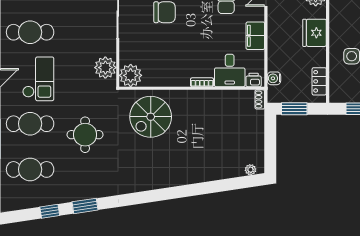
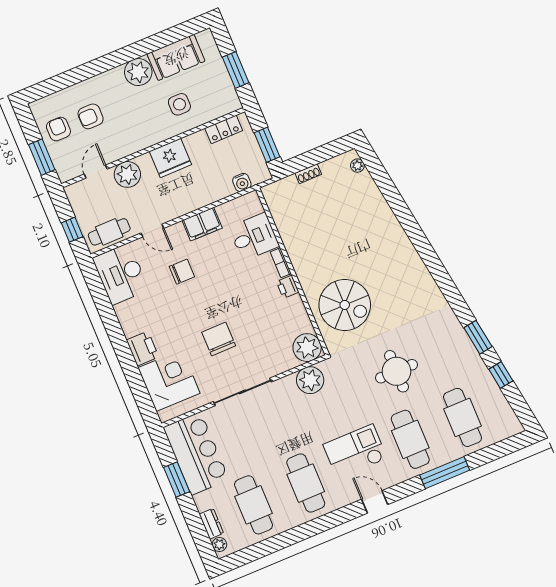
printer: (254, 80) -> (288, 287), moved
shoe rack: (260, 99) -> (308, 174), moved

